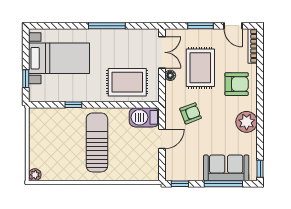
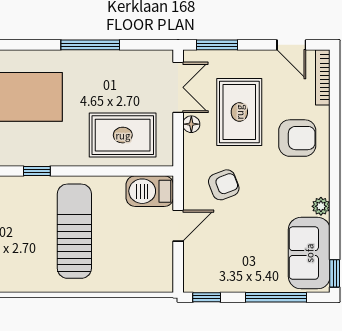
window: (200, 26) -> (217, 45), moved
plant: (247, 122) -> (321, 206), width x0.53, depth x0.53
sofa: (226, 168) -> (309, 253), moved, turned -90

